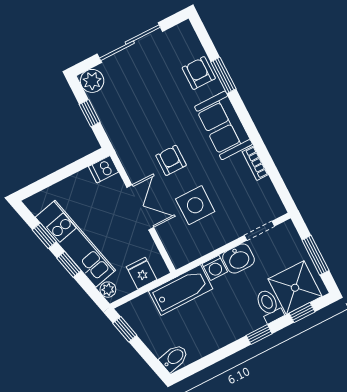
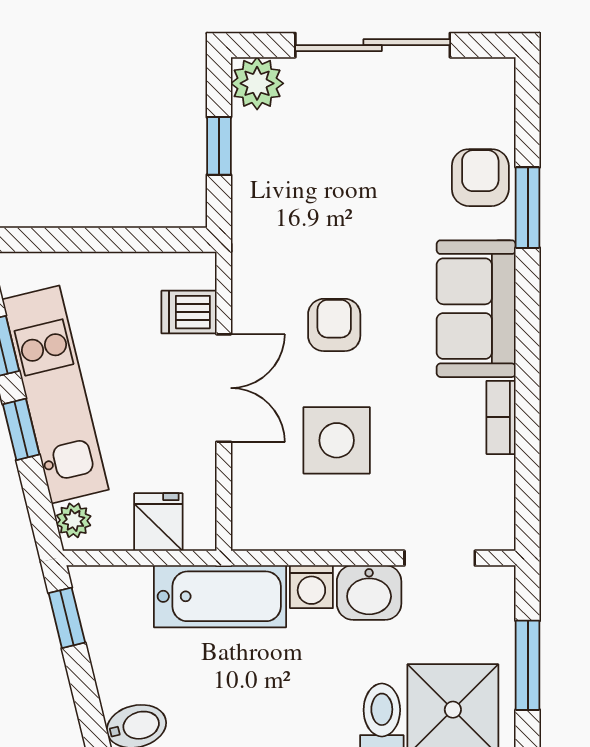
dishwasher: (103, 169) -> (189, 312), moved

